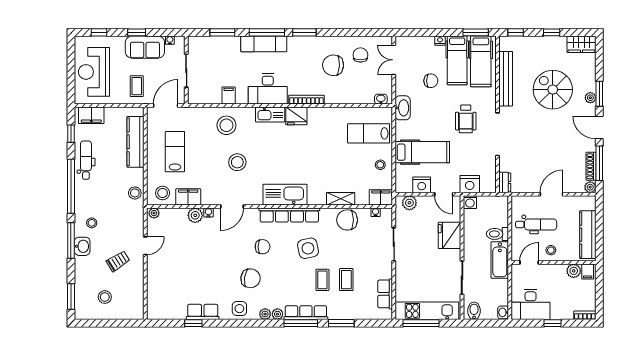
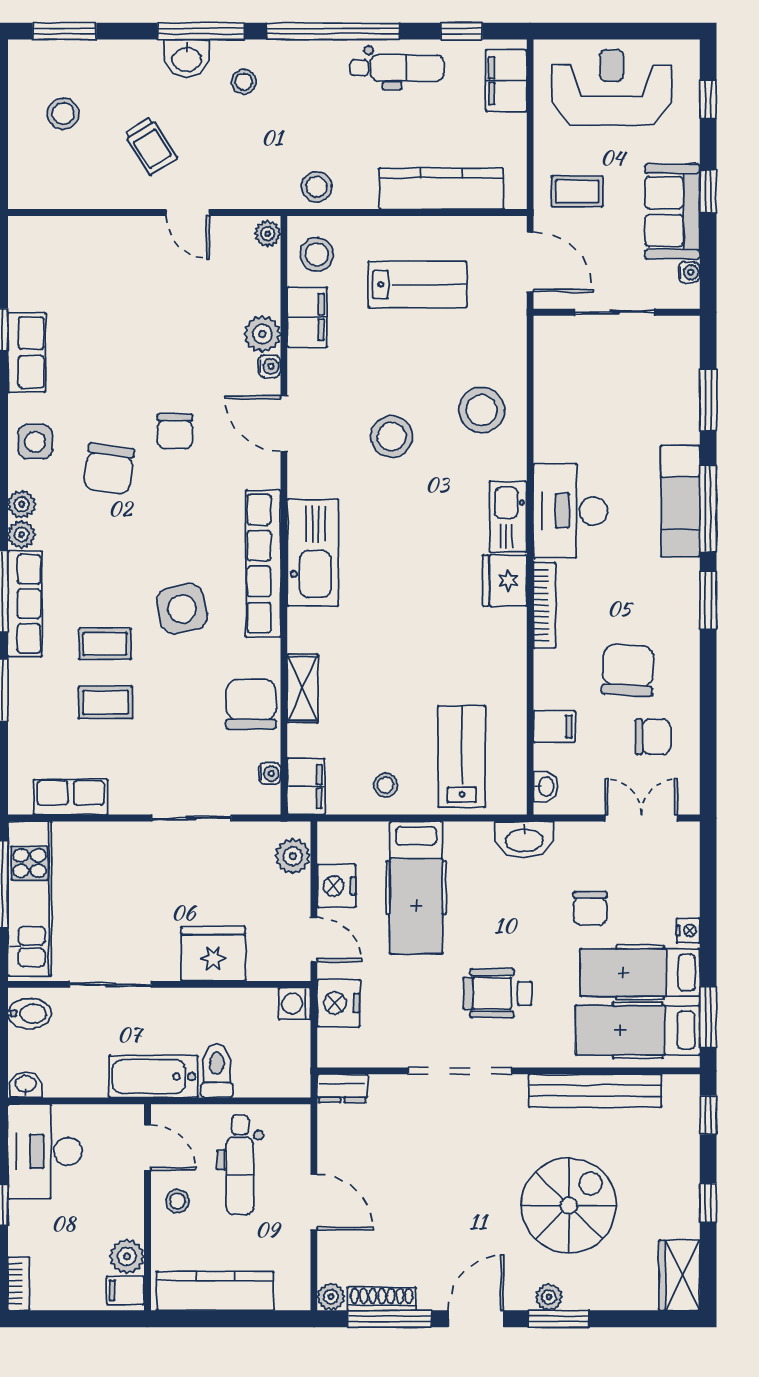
filing cabinet: (229, 95) -> (554, 727), moved
door: (444, 194) -> (314, 940), swing flipped
chair: (263, 247) -> (175, 431), moved

